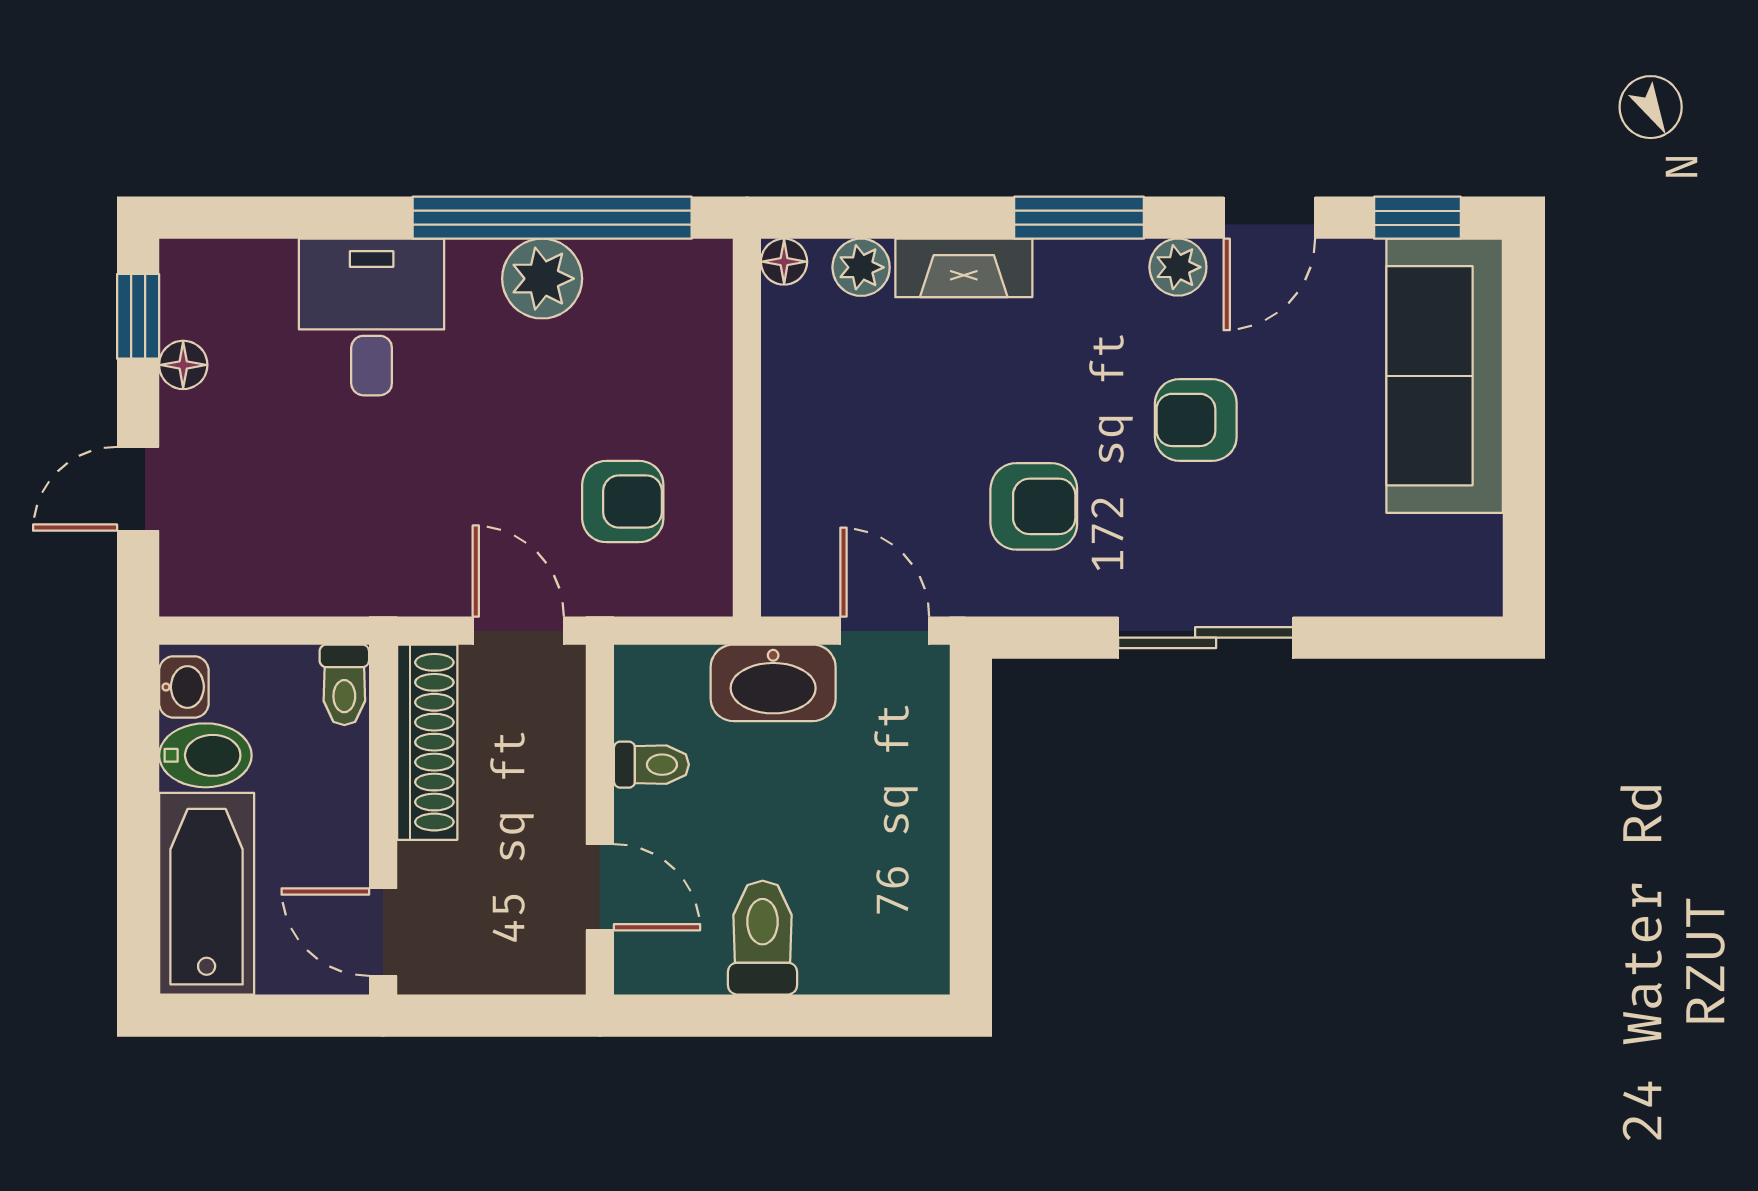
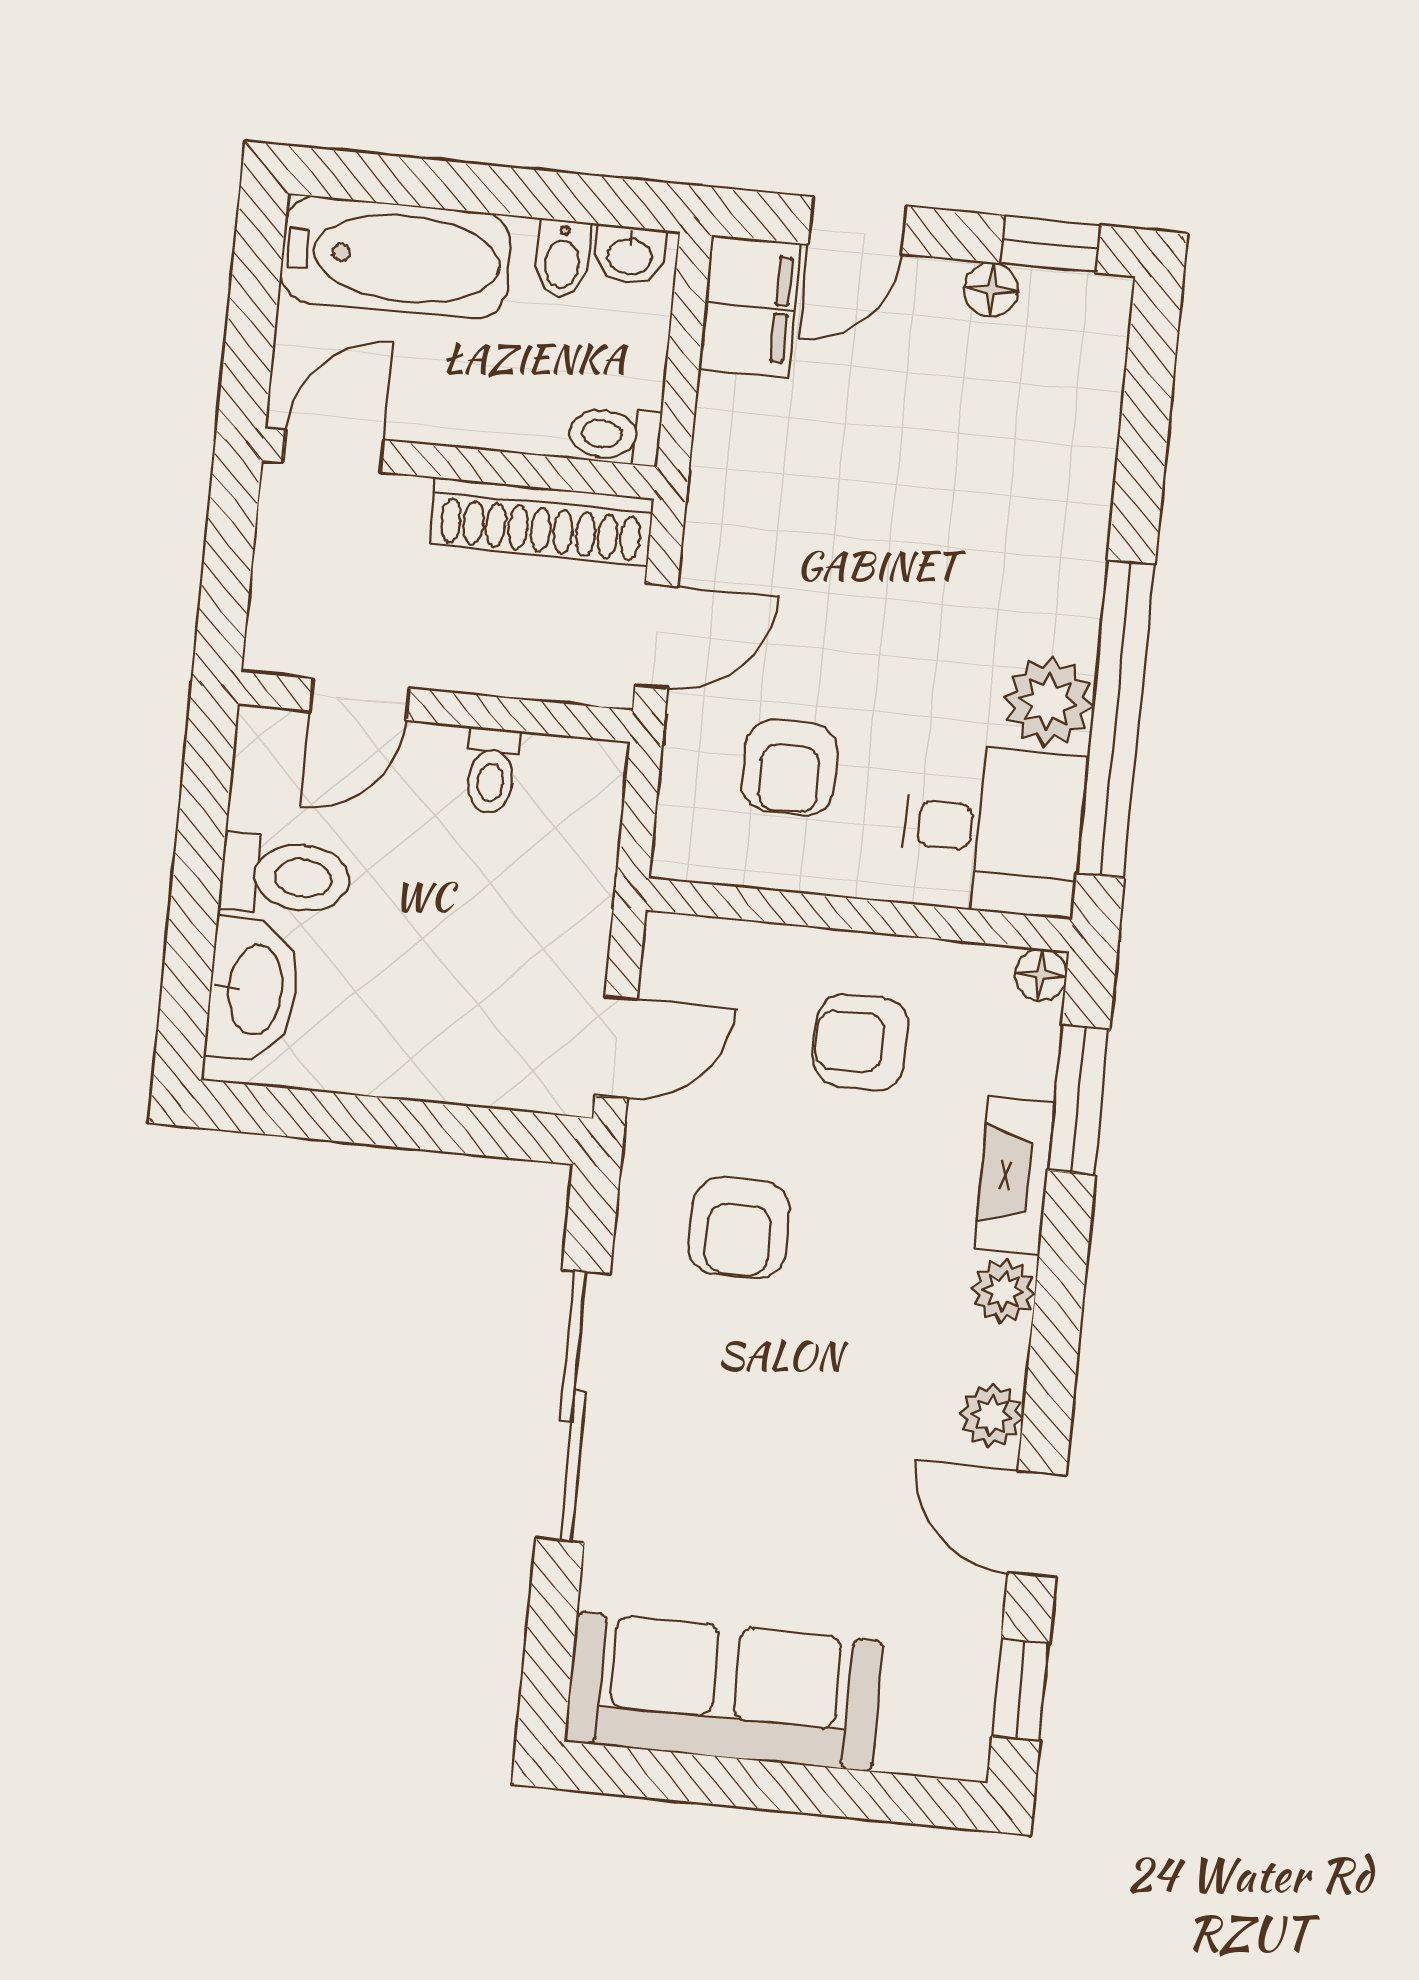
window: (1079, 218) -> (1078, 1100), moved
plant: (861, 267) -> (1004, 1291), moved
desk: (372, 317) -> (992, 830), moved
sofa: (1445, 376) -> (724, 1691), moved
armchair: (1196, 420) -> (861, 1042), moved, turned -90
door: (138, 489) -> (857, 225), swing flipped
filing cabinet: (219, 577) -> (750, 307), added
sliding door: (1206, 638) -> (573, 1406), width x1.37
washbasin: (773, 683) -> (253, 989), moved, turned 180
bidet: (205, 755) -> (562, 259), width x0.72, depth x0.74

